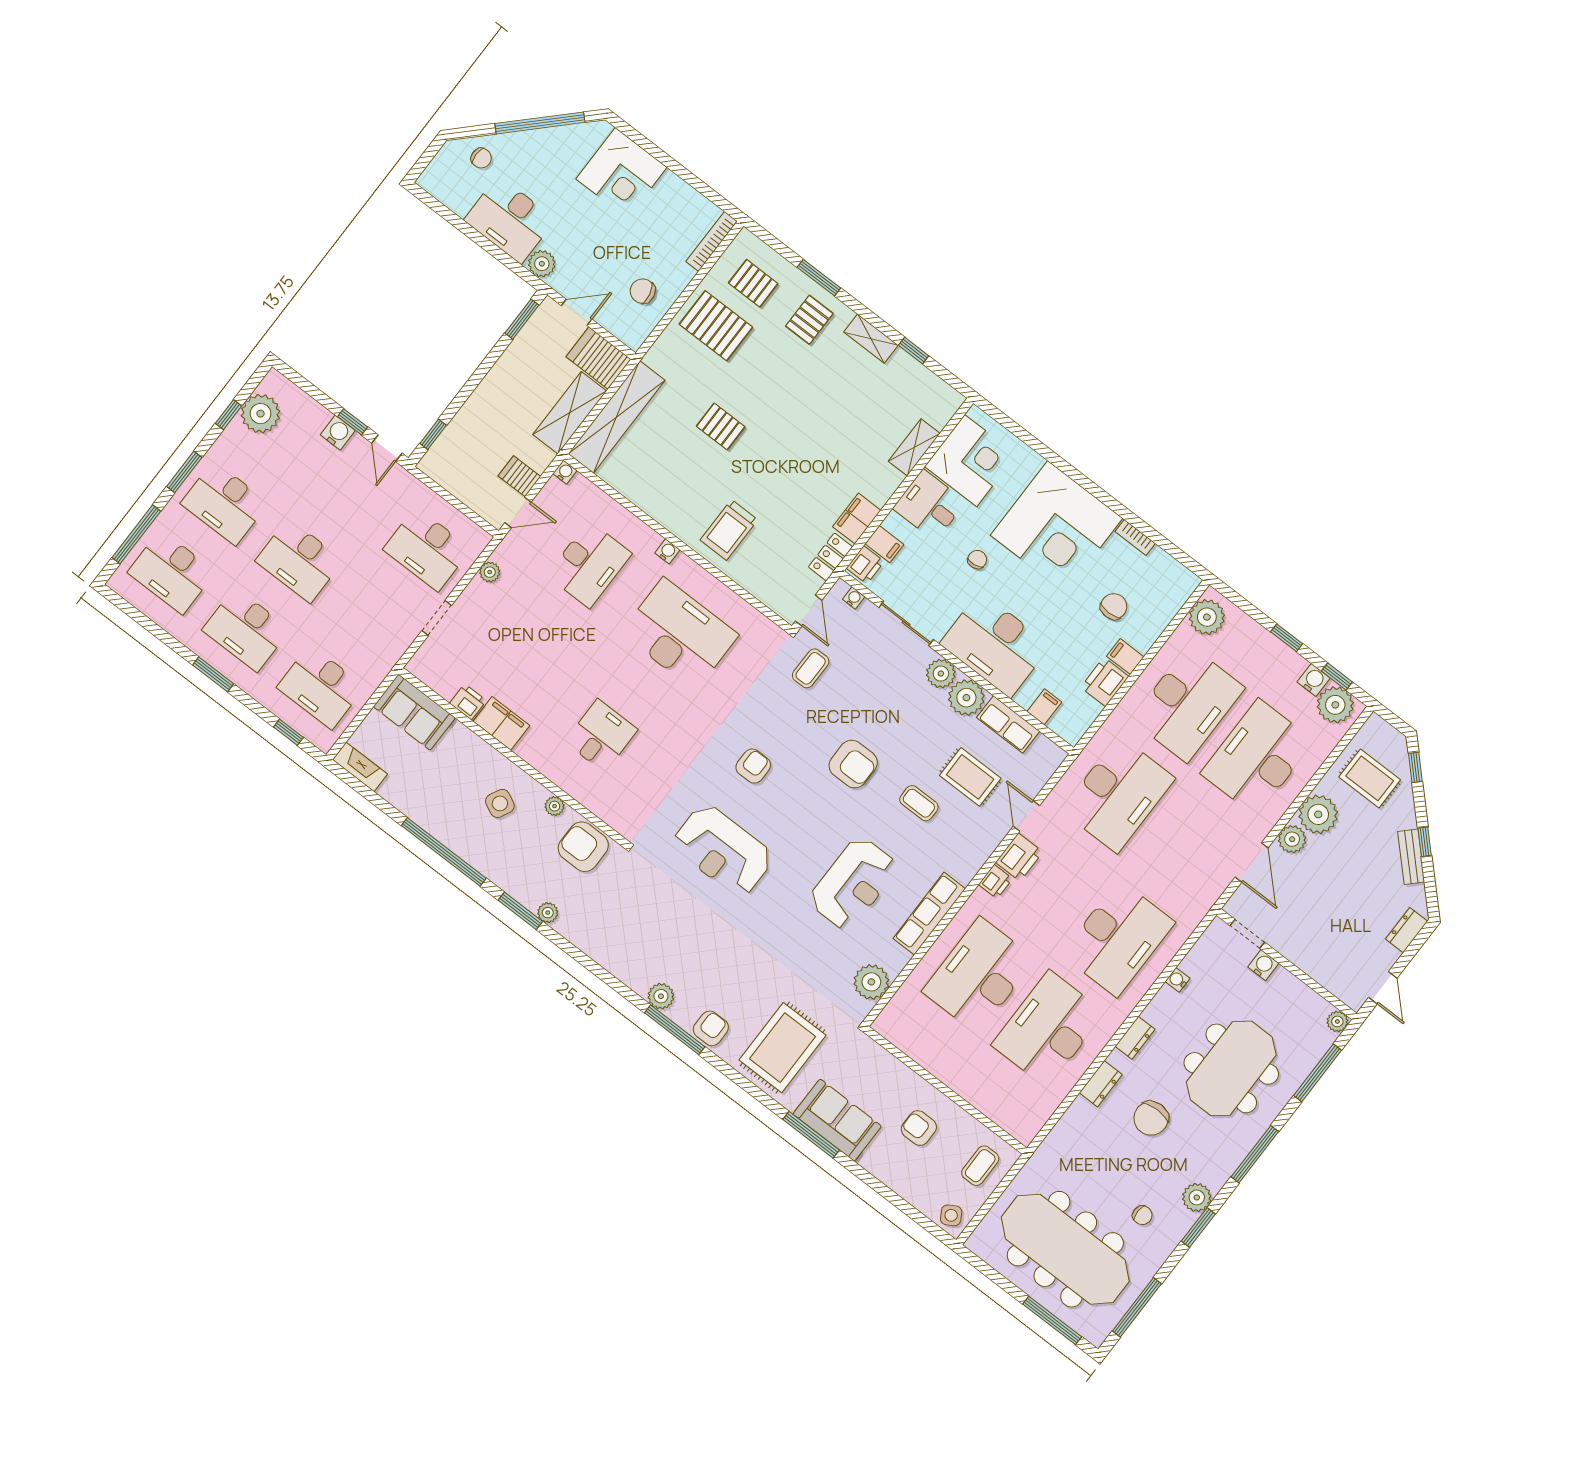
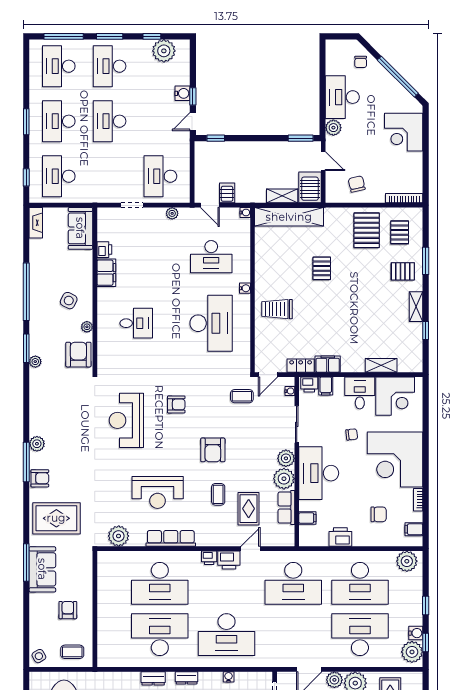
shelving: (570, 413) -> (282, 196), width x0.67, depth x0.75
filing cabinet: (1125, 657) -> (414, 529), moved, turned -90
desk: (979, 975) -> (160, 583), turned 180

